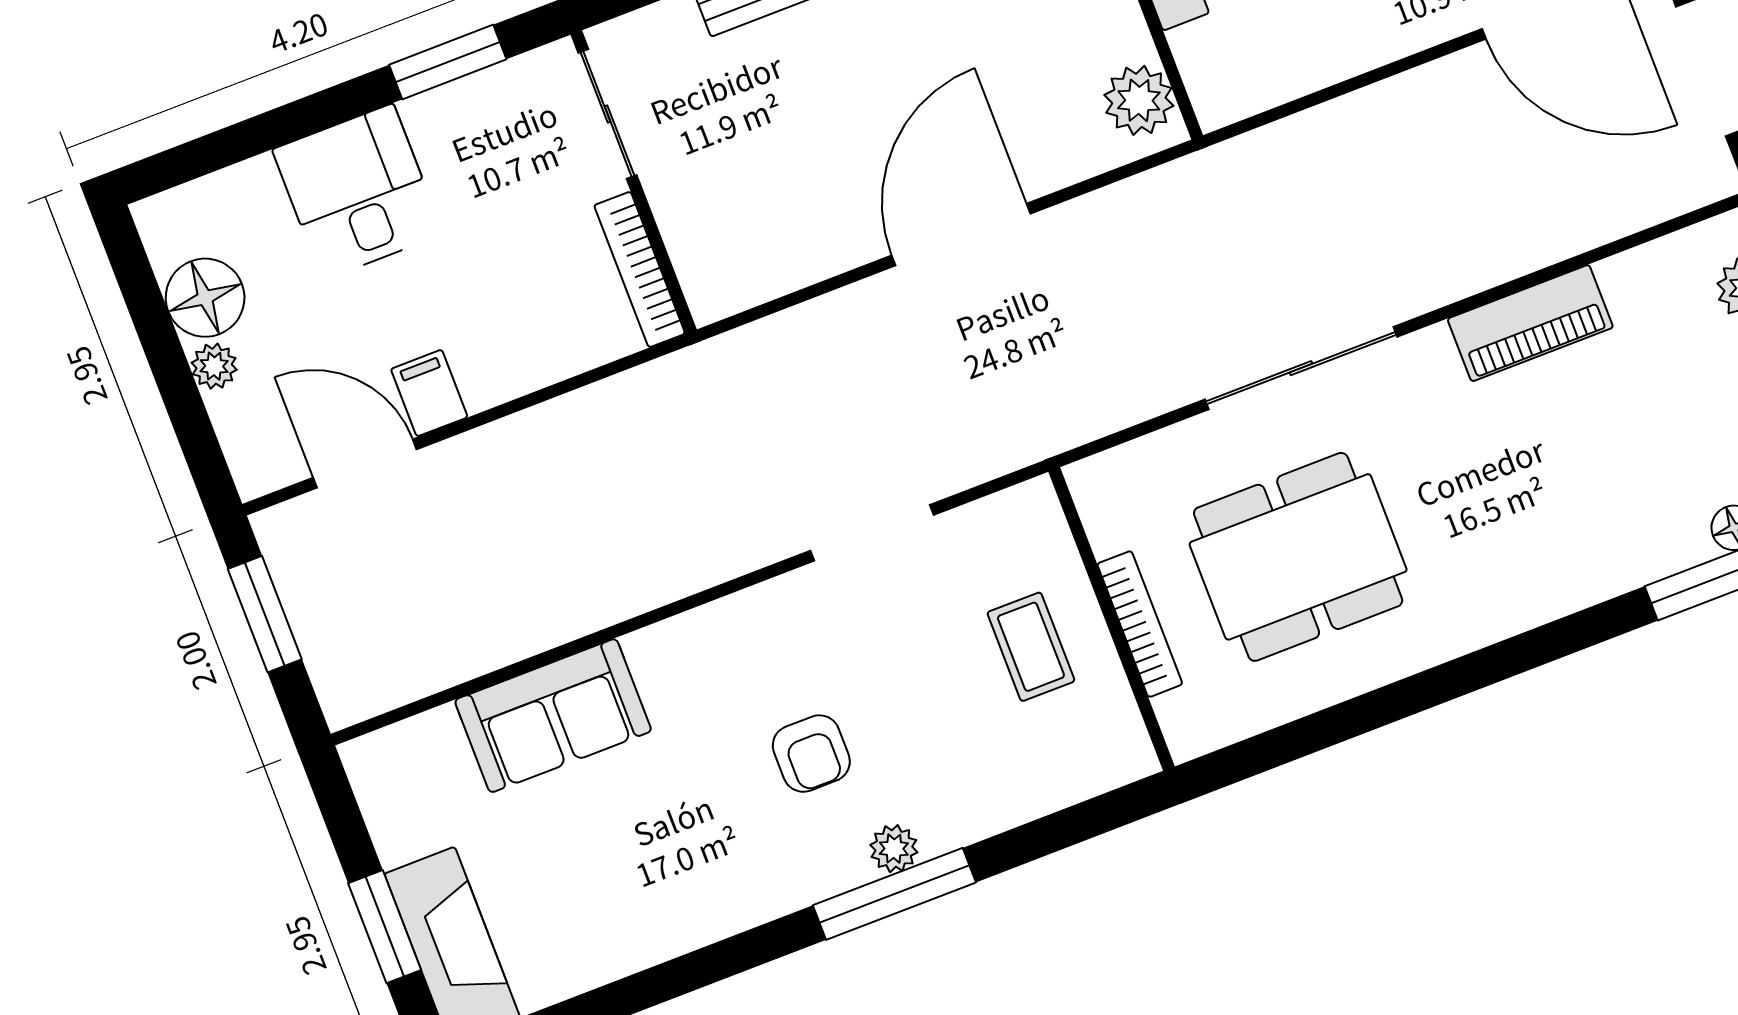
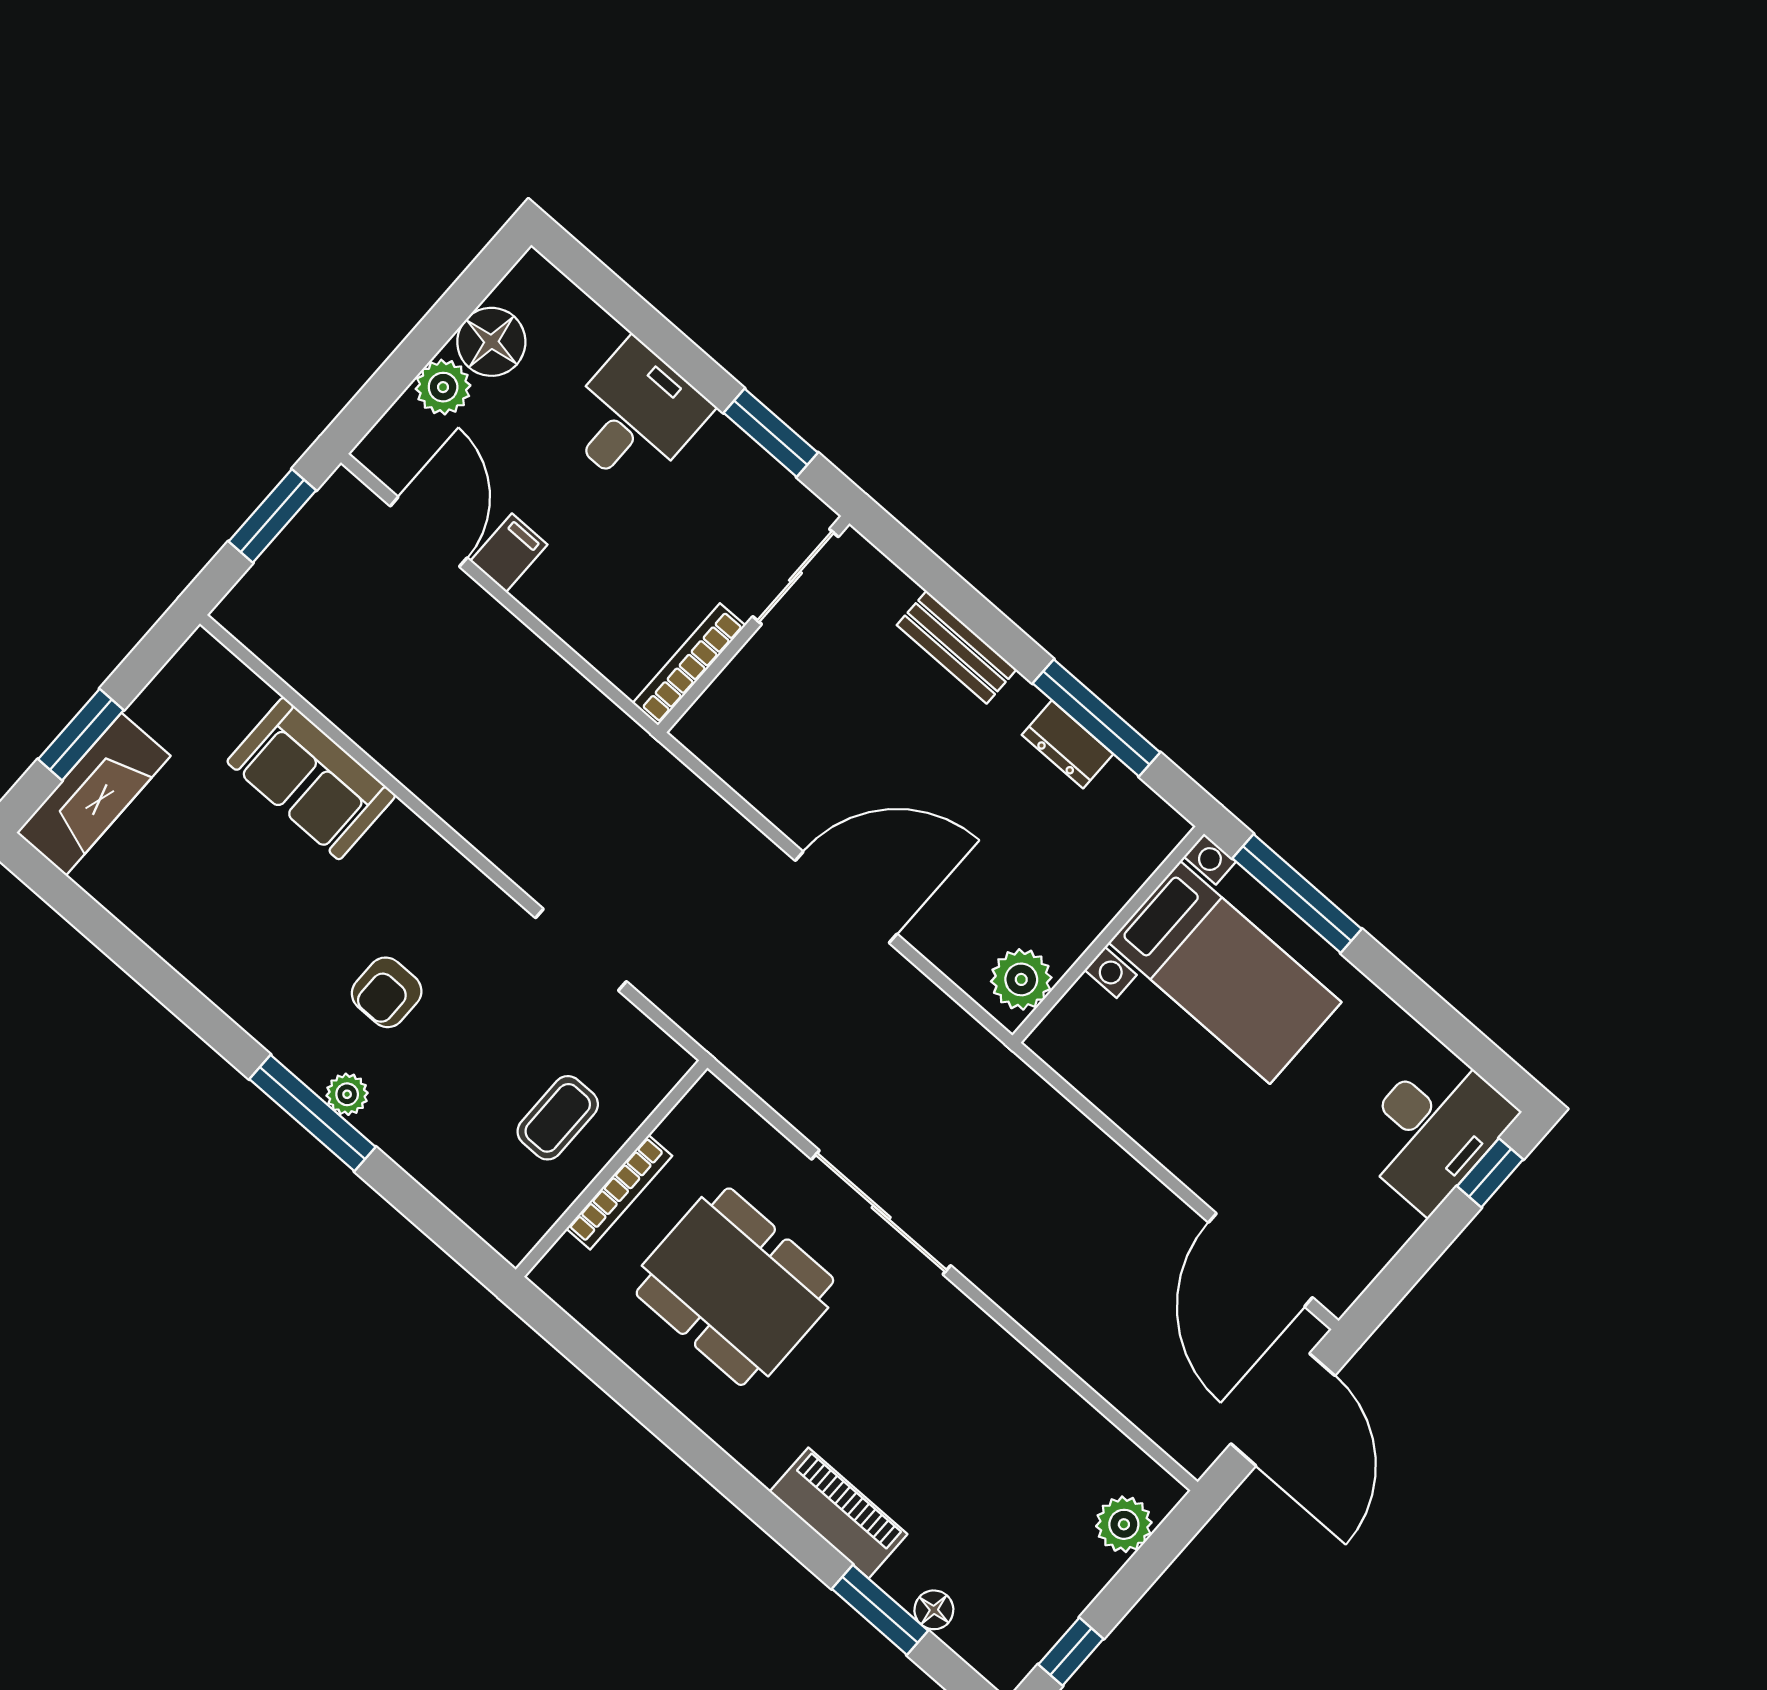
piano: (1530, 323) -> (838, 1513), moved, turned 180
plant: (214, 366) -> (443, 387), width x1.38, depth x1.38

